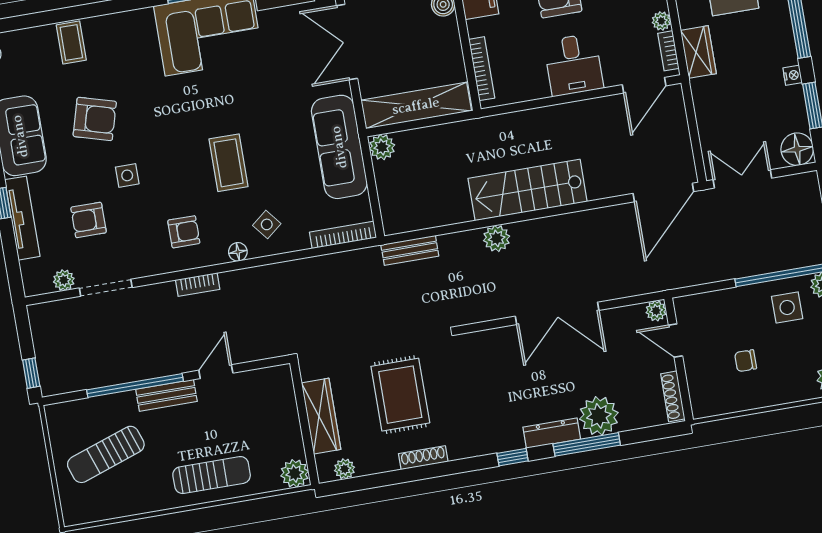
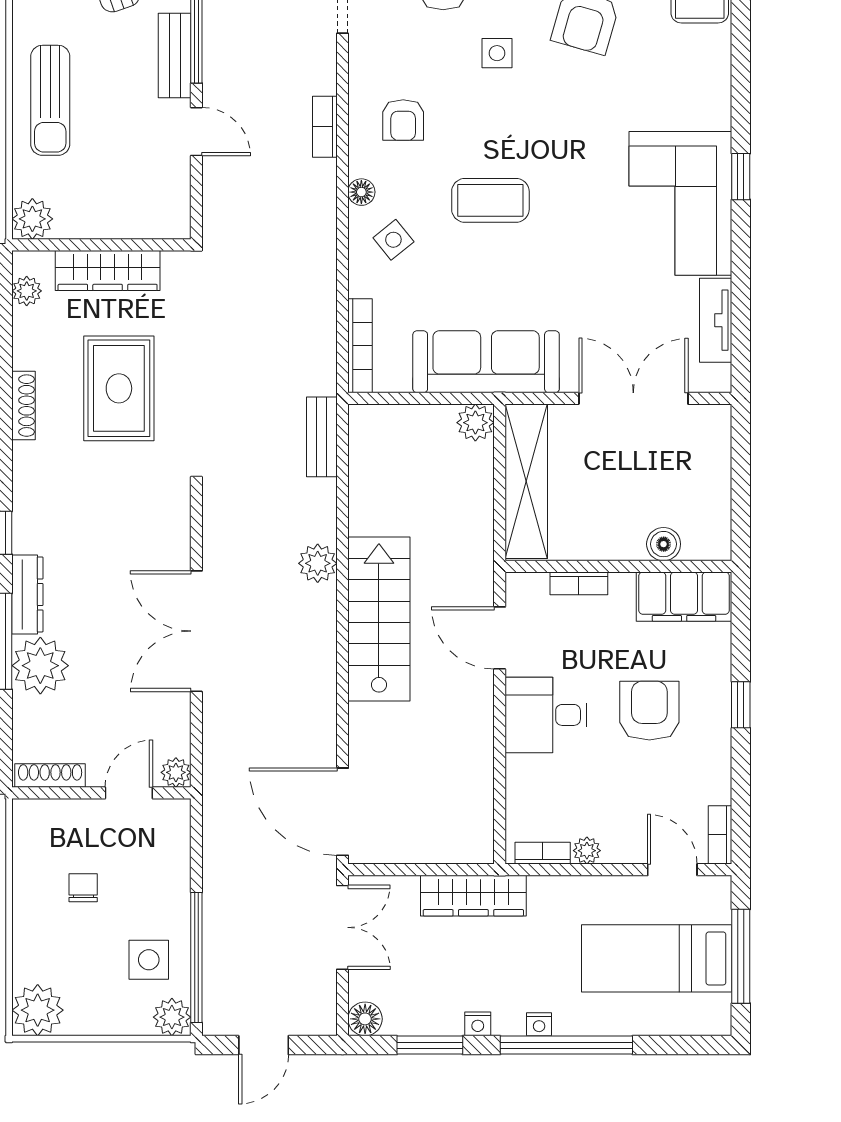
nightstand: (786, 33) -> (539, 1024), added
wardrobe: (698, 52) -> (473, 896), moved, width x1.50
bookcase: (482, 69) -> (579, 583), width x0.64
door: (644, 85) -> (500, 638), moved
floor lamp: (797, 149) -> (365, 1019), width x0.73, depth x0.73
rug: (400, 395) -> (119, 388), turned 90

